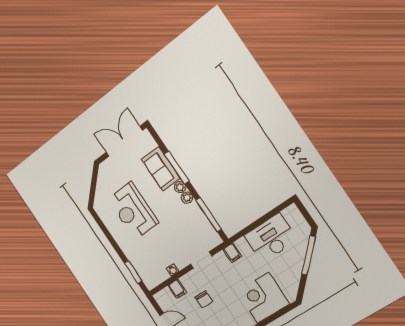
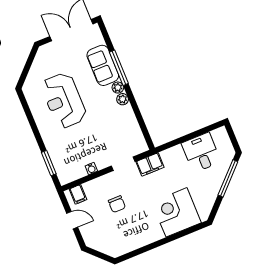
window: (209, 215) -> (140, 120), removed
desk: (271, 238) -> (201, 152), width x0.73
filing cabinet: (232, 253) -> (150, 164), width x2.00
filing cabinet: (177, 289) -> (78, 194), moved

